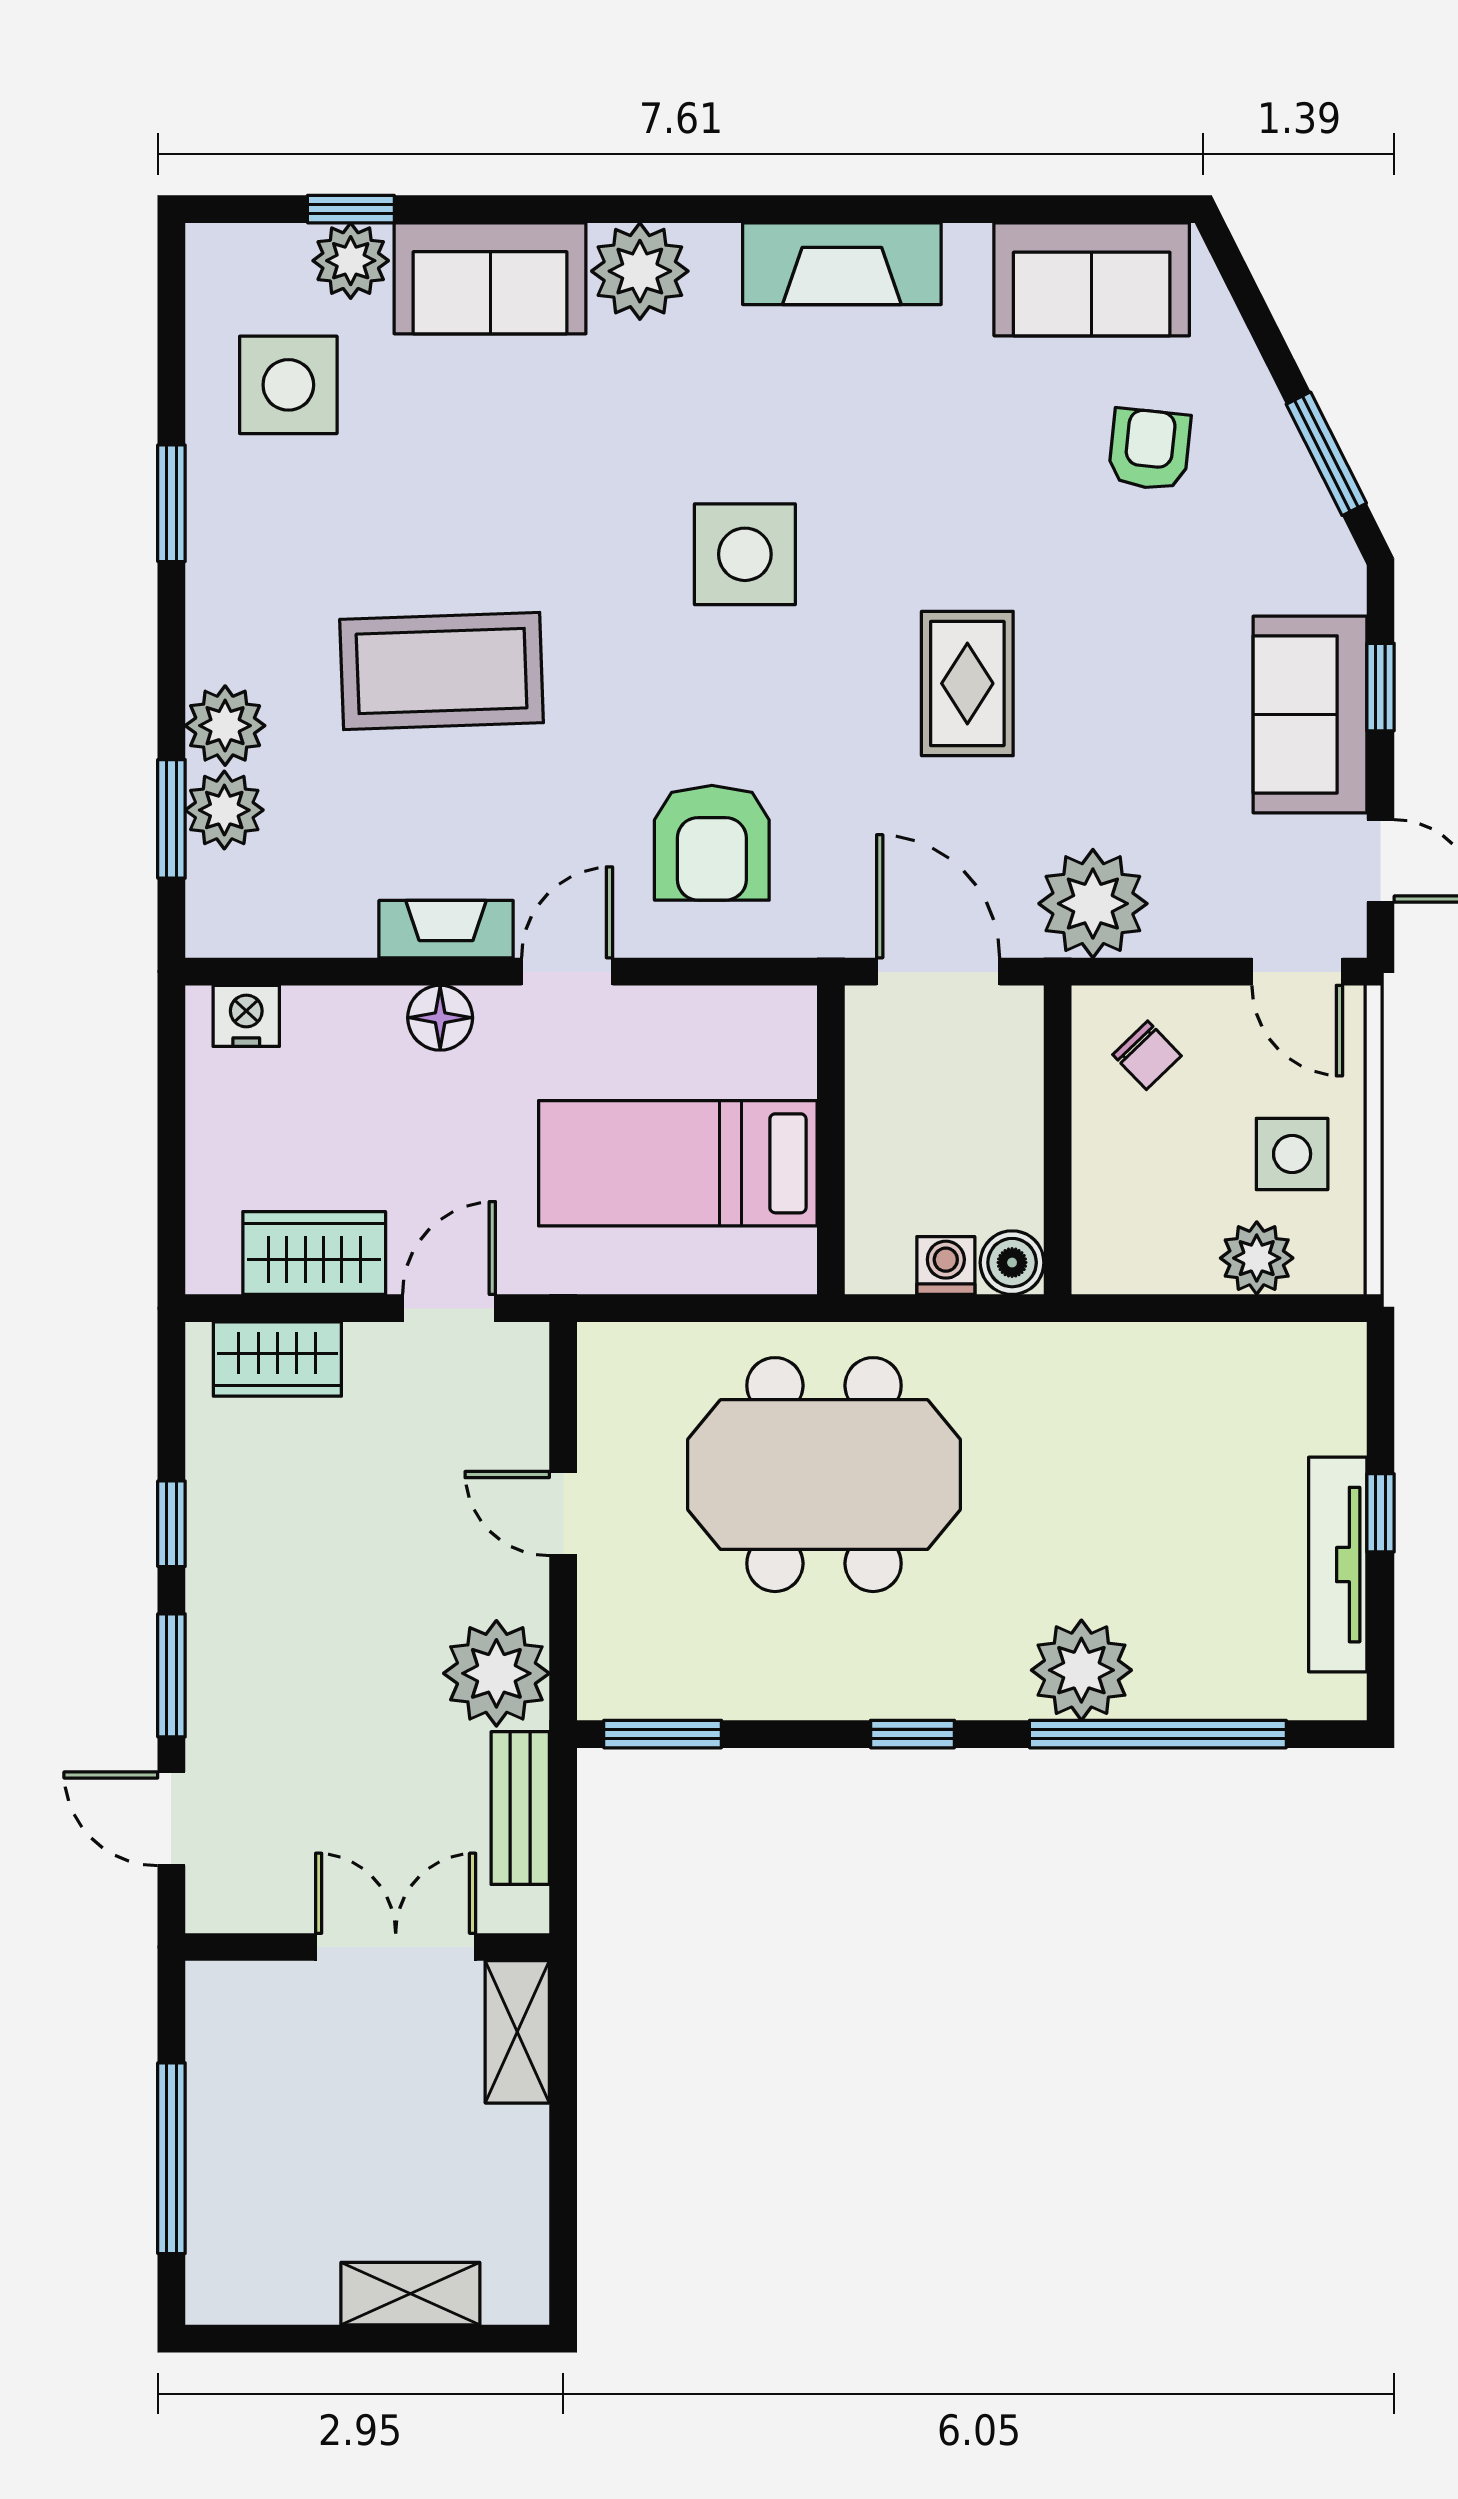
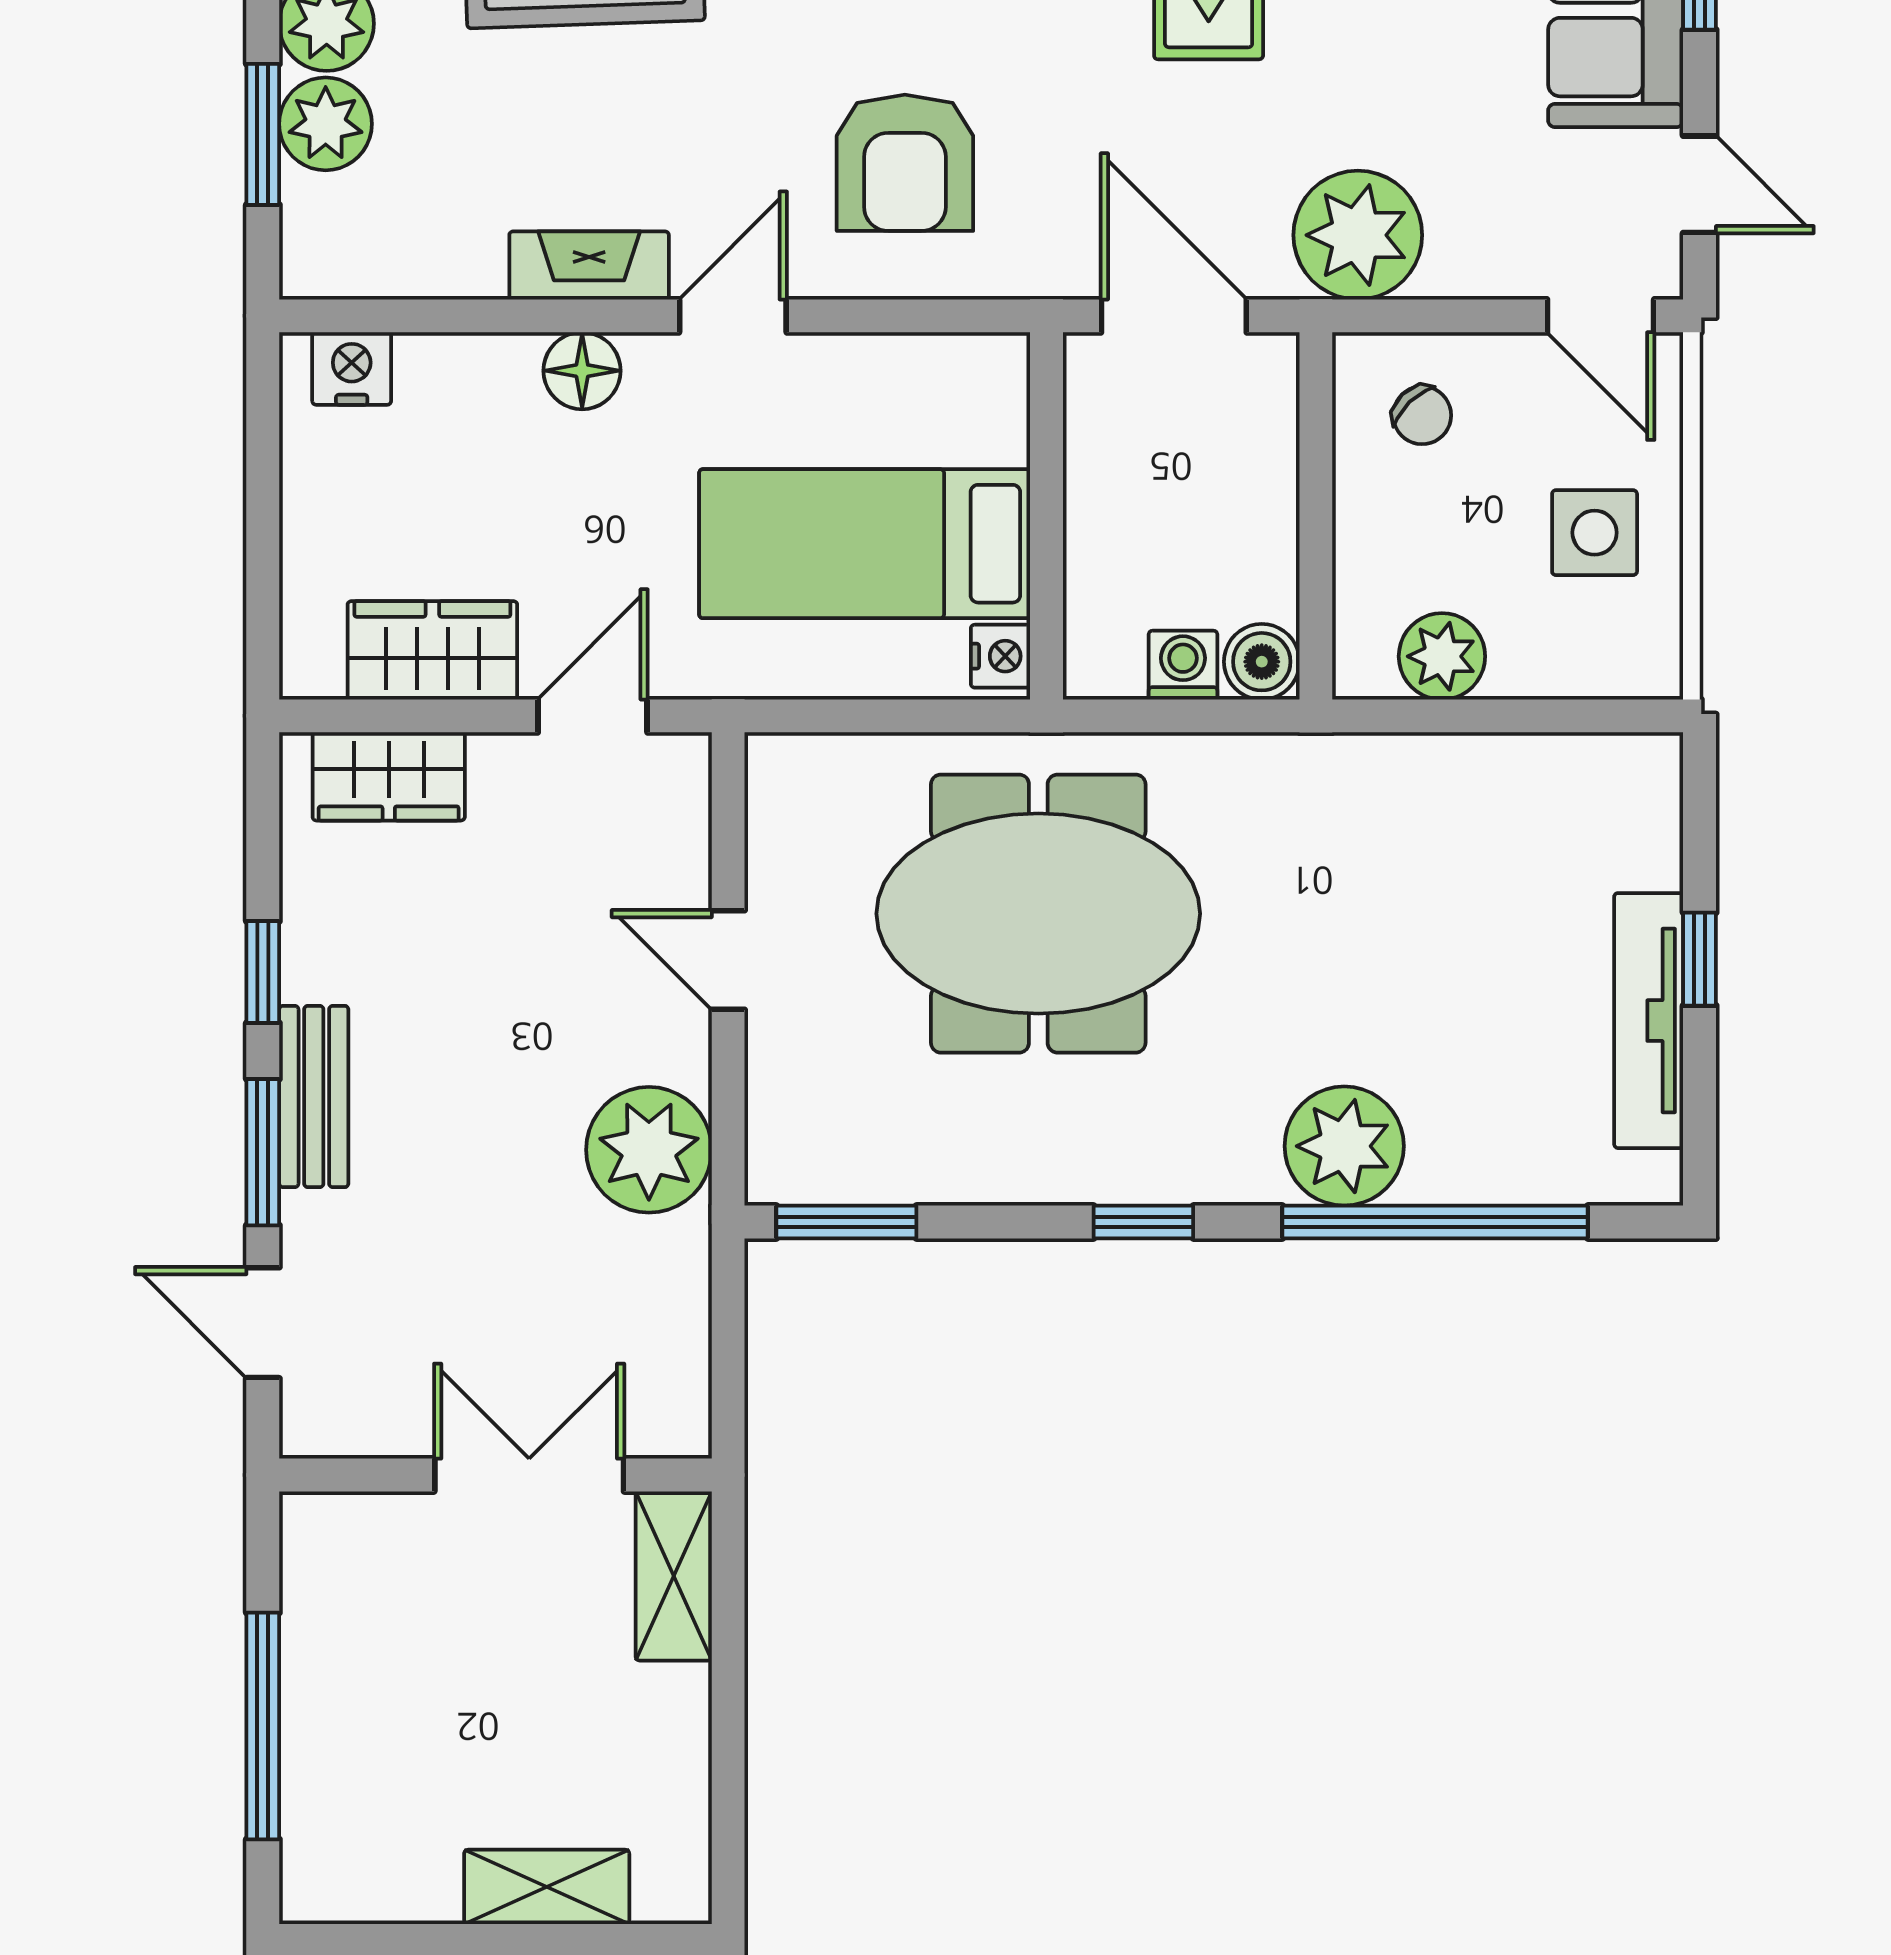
nightstand: (792, 1258) -> (1000, 656), added
plant: (1257, 1258) -> (1442, 656), moved
bench: (520, 1808) -> (314, 1096), moved

